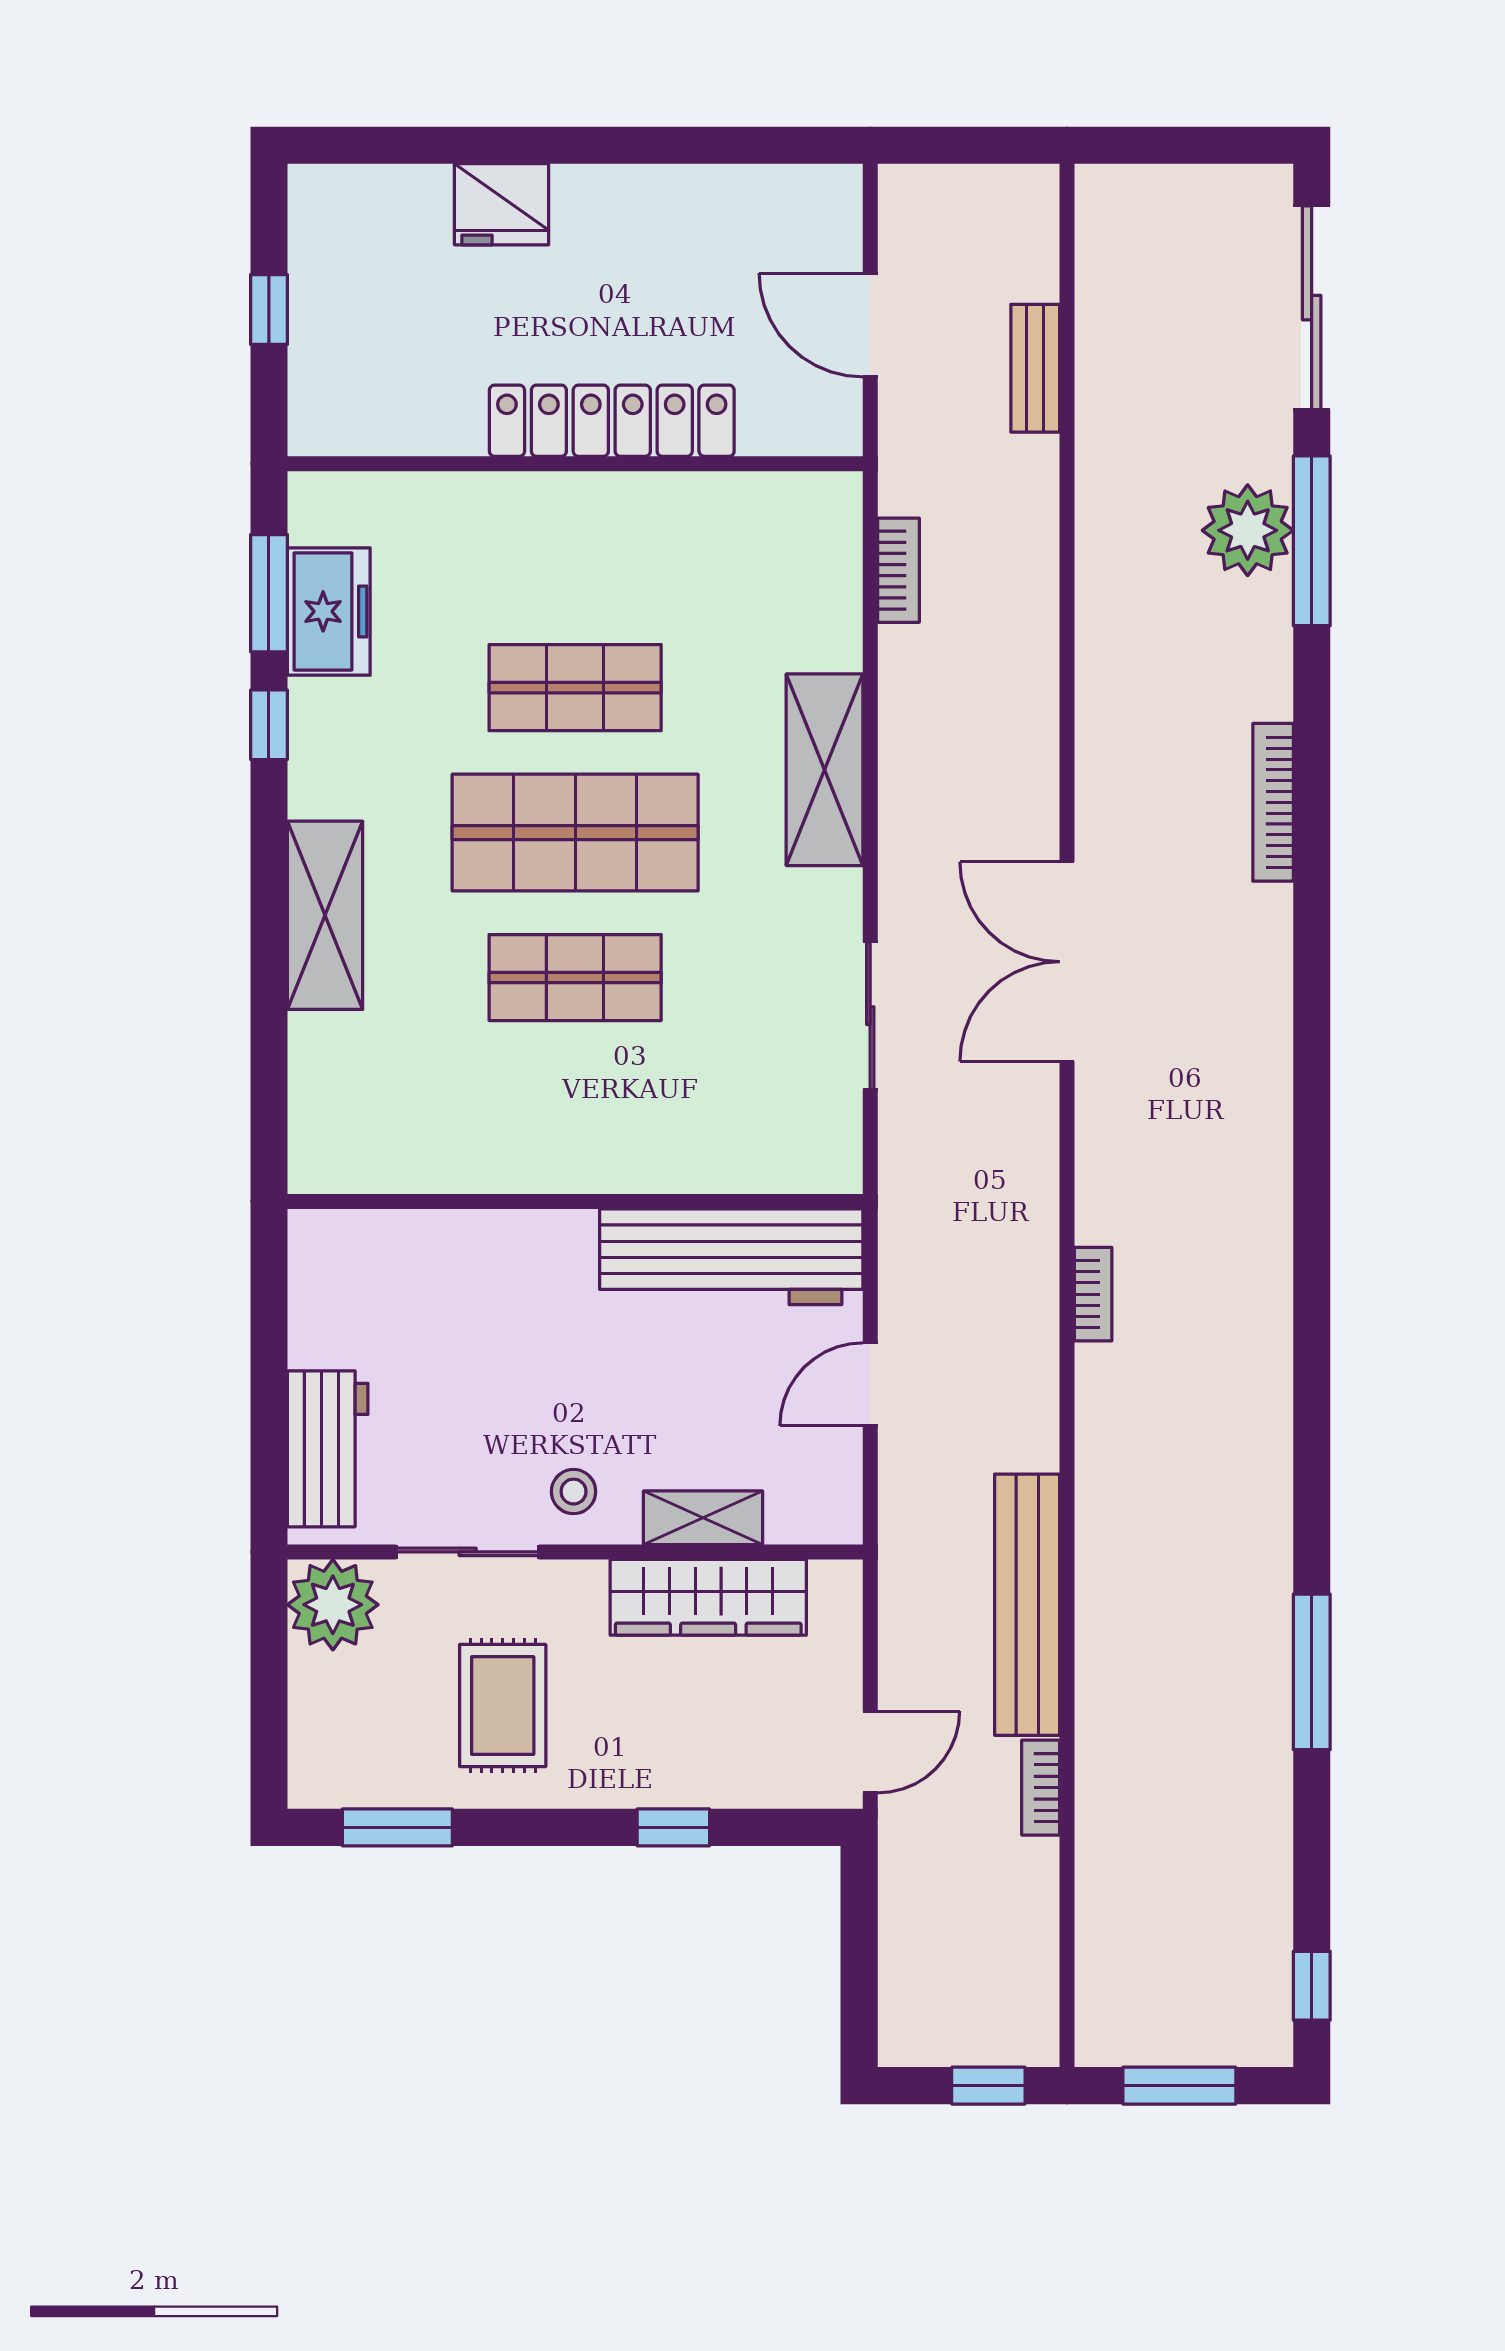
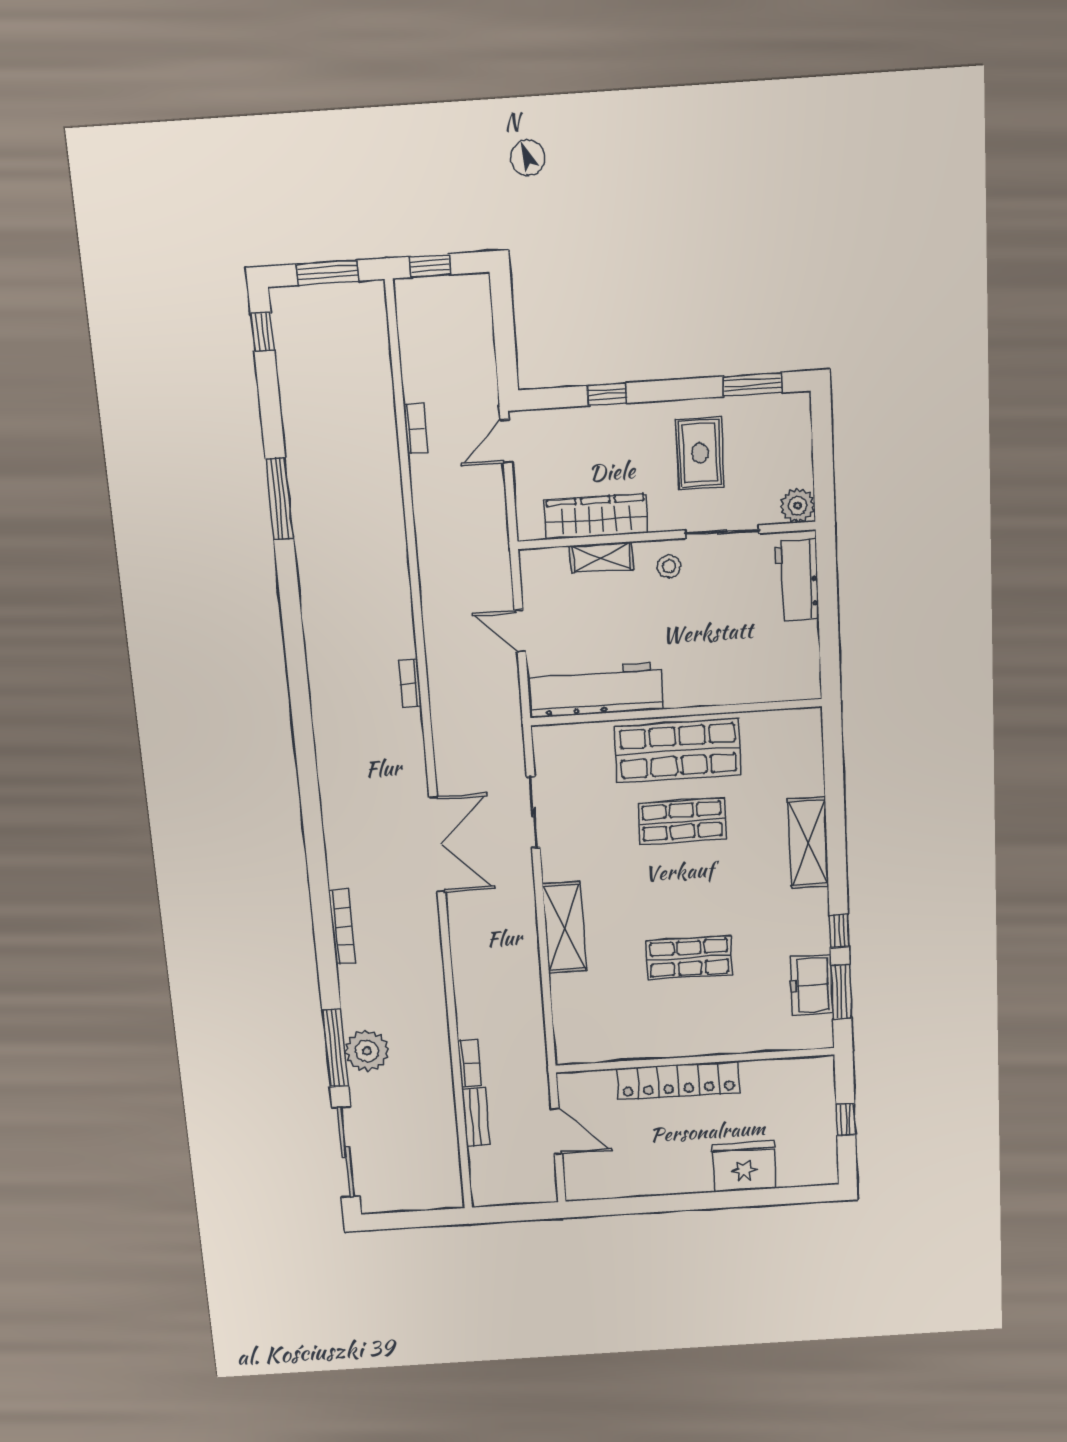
fridge: (502, 204) -> (744, 1167), width x1.36, depth x1.34
bookcase: (898, 570) -> (470, 1063), moved, turned 180
shop shelf: (575, 833) -> (678, 751), moved
door: (870, 1384) -> (520, 631), swing flipped
plant: (333, 1605) -> (798, 506), width x0.73, depth x0.73
bench: (1027, 1605) -> (430, 524), removed

